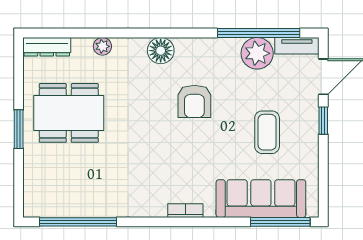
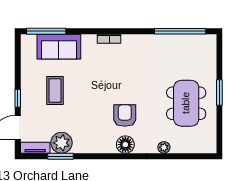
window: (259, 33) -> (60, 156), width x0.47
dresser: (47, 47) -> (201, 147), removed
armchair: (194, 101) -> (125, 116), moved
dining table: (69, 113) -> (186, 103), turned 90
sofa: (261, 199) -> (59, 47), width x0.73

